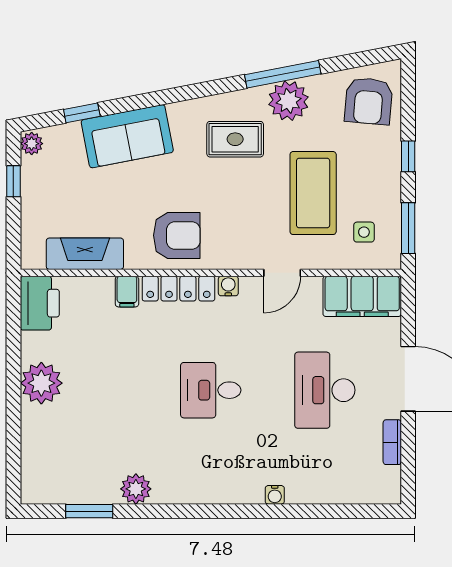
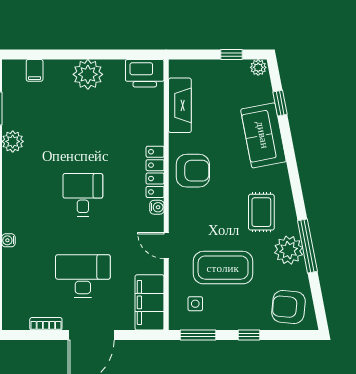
armchair: (177, 235) -> (193, 171), turned -90
filing cabinet: (127, 292) -> (35, 70), moved, turned -90

